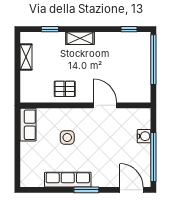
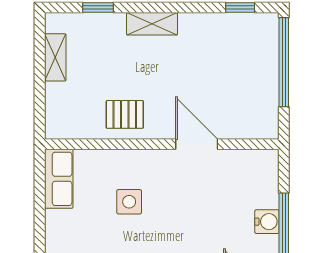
water cooler: (144, 136) -> (267, 222), moved

